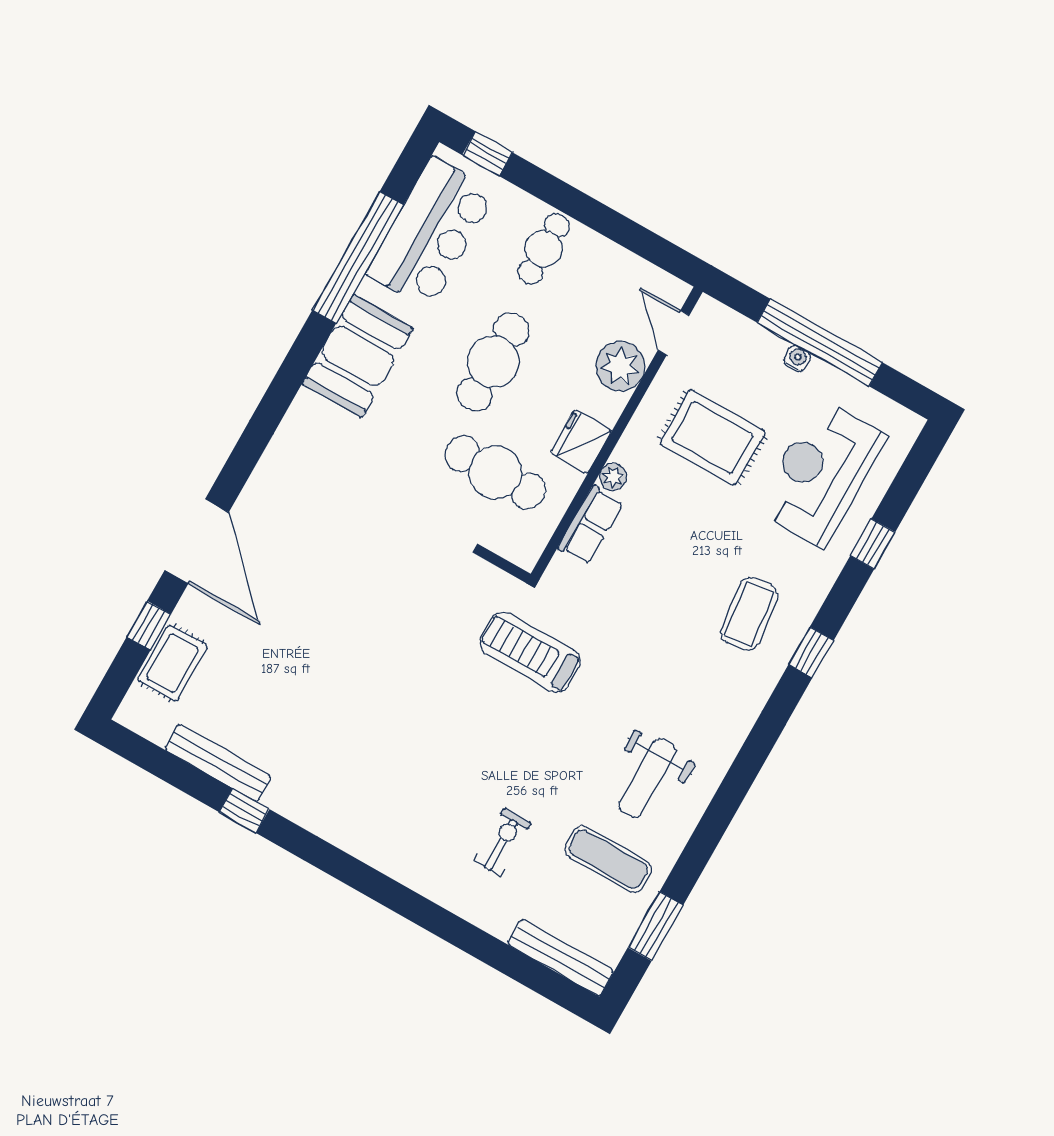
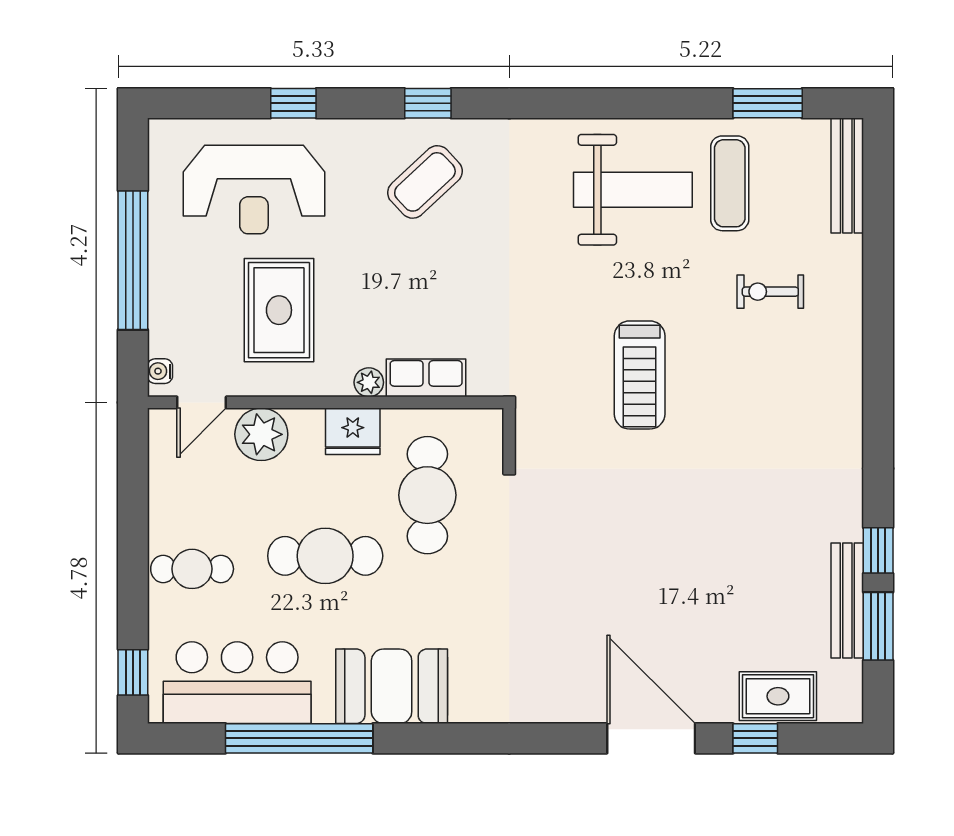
water cooler: (797, 359) -> (160, 371), moved
door: (197, 541) -> (651, 738), hinge flipped
coffee table: (749, 614) -> (425, 182), turned -36
treadmill: (530, 652) -> (640, 375), moved
window: (183, 776) -> (878, 626), added
weight bench: (647, 778) -> (633, 190), width x1.36, depth x1.33

